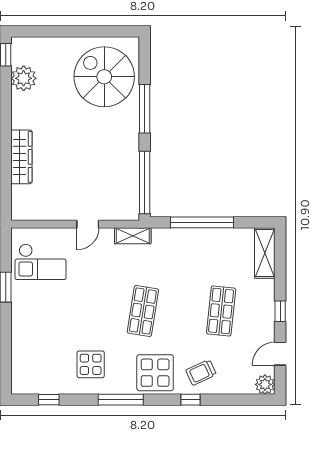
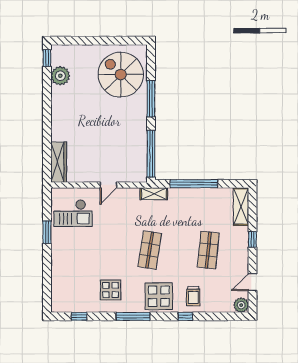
wardrobe: (21, 157) -> (59, 162), moved
shelving: (133, 236) -> (154, 194), moved
window: (280, 311) -> (252, 239), moved
trolley: (201, 372) -> (193, 296), turned -65

